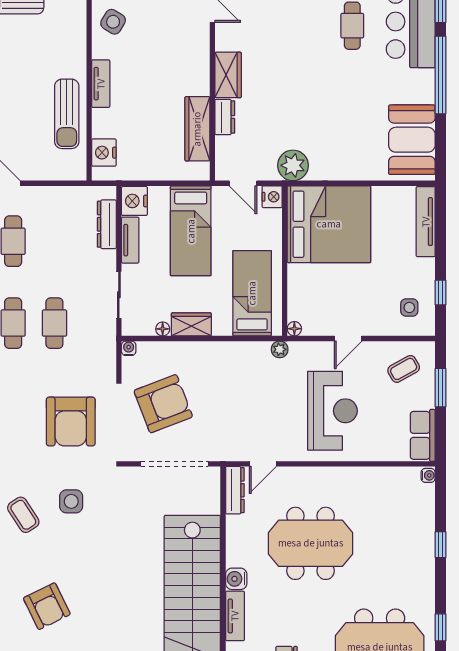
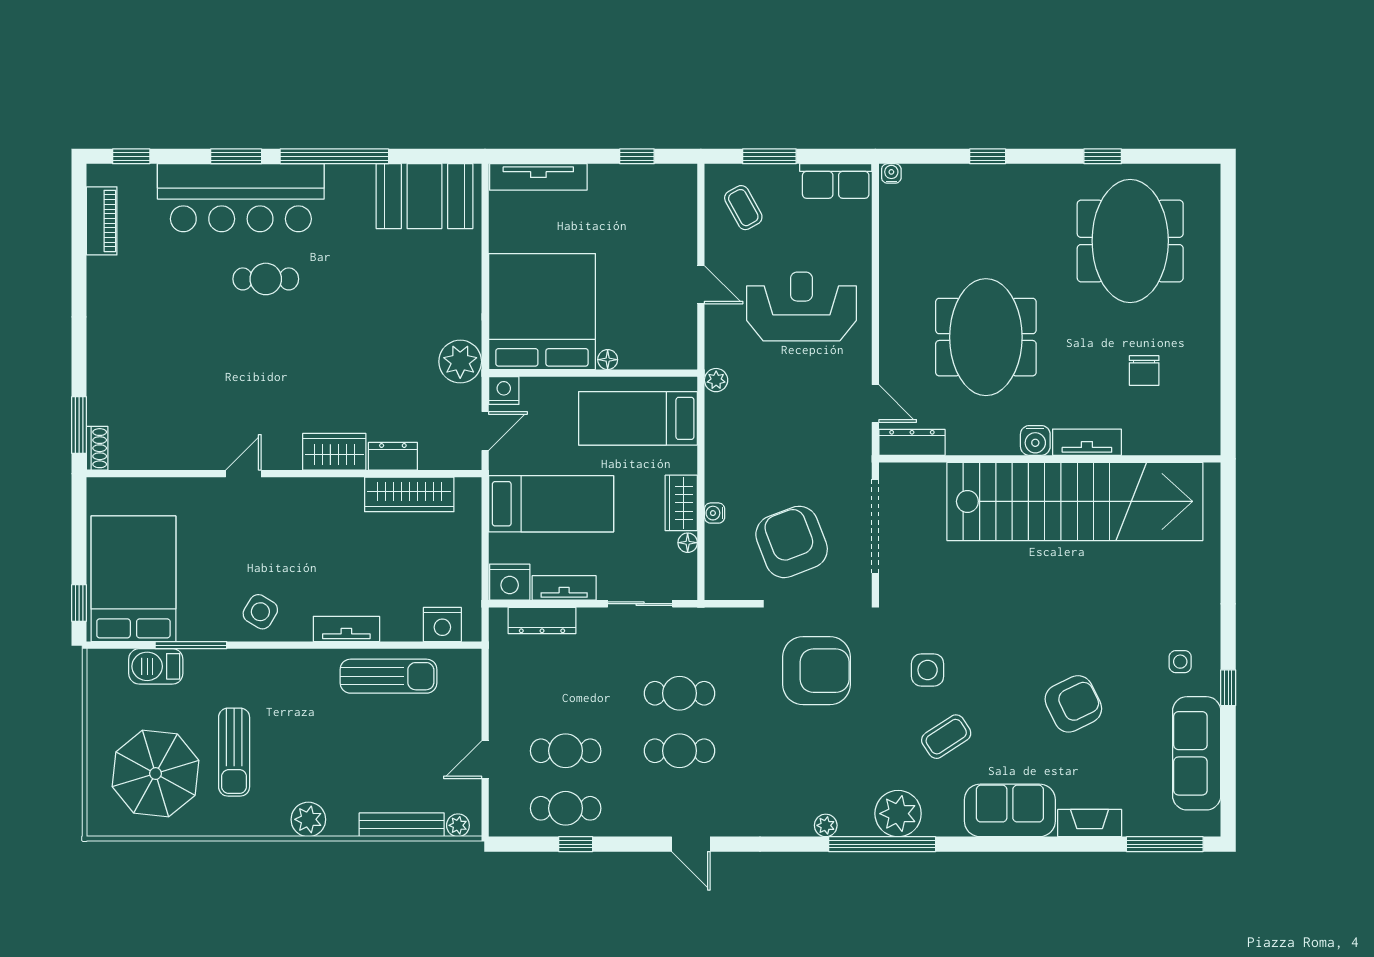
side table: (409, 307) -> (658, 200), removed
floor lamp: (294, 329) -> (608, 360), moved
water cooler: (129, 348) -> (715, 513), moved

